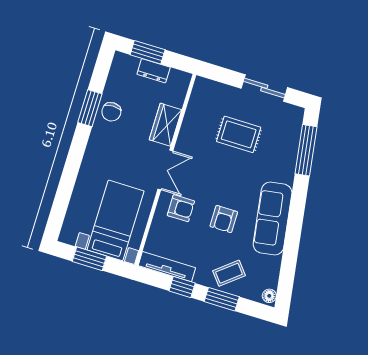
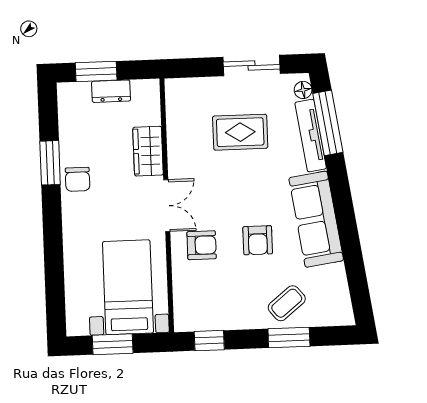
chair: (111, 112) -> (78, 179), moved
tv unit: (167, 267) -> (311, 136), moved, turned -98
window: (182, 287) -> (209, 341), moved
floor lamp: (269, 296) -> (303, 90), moved

